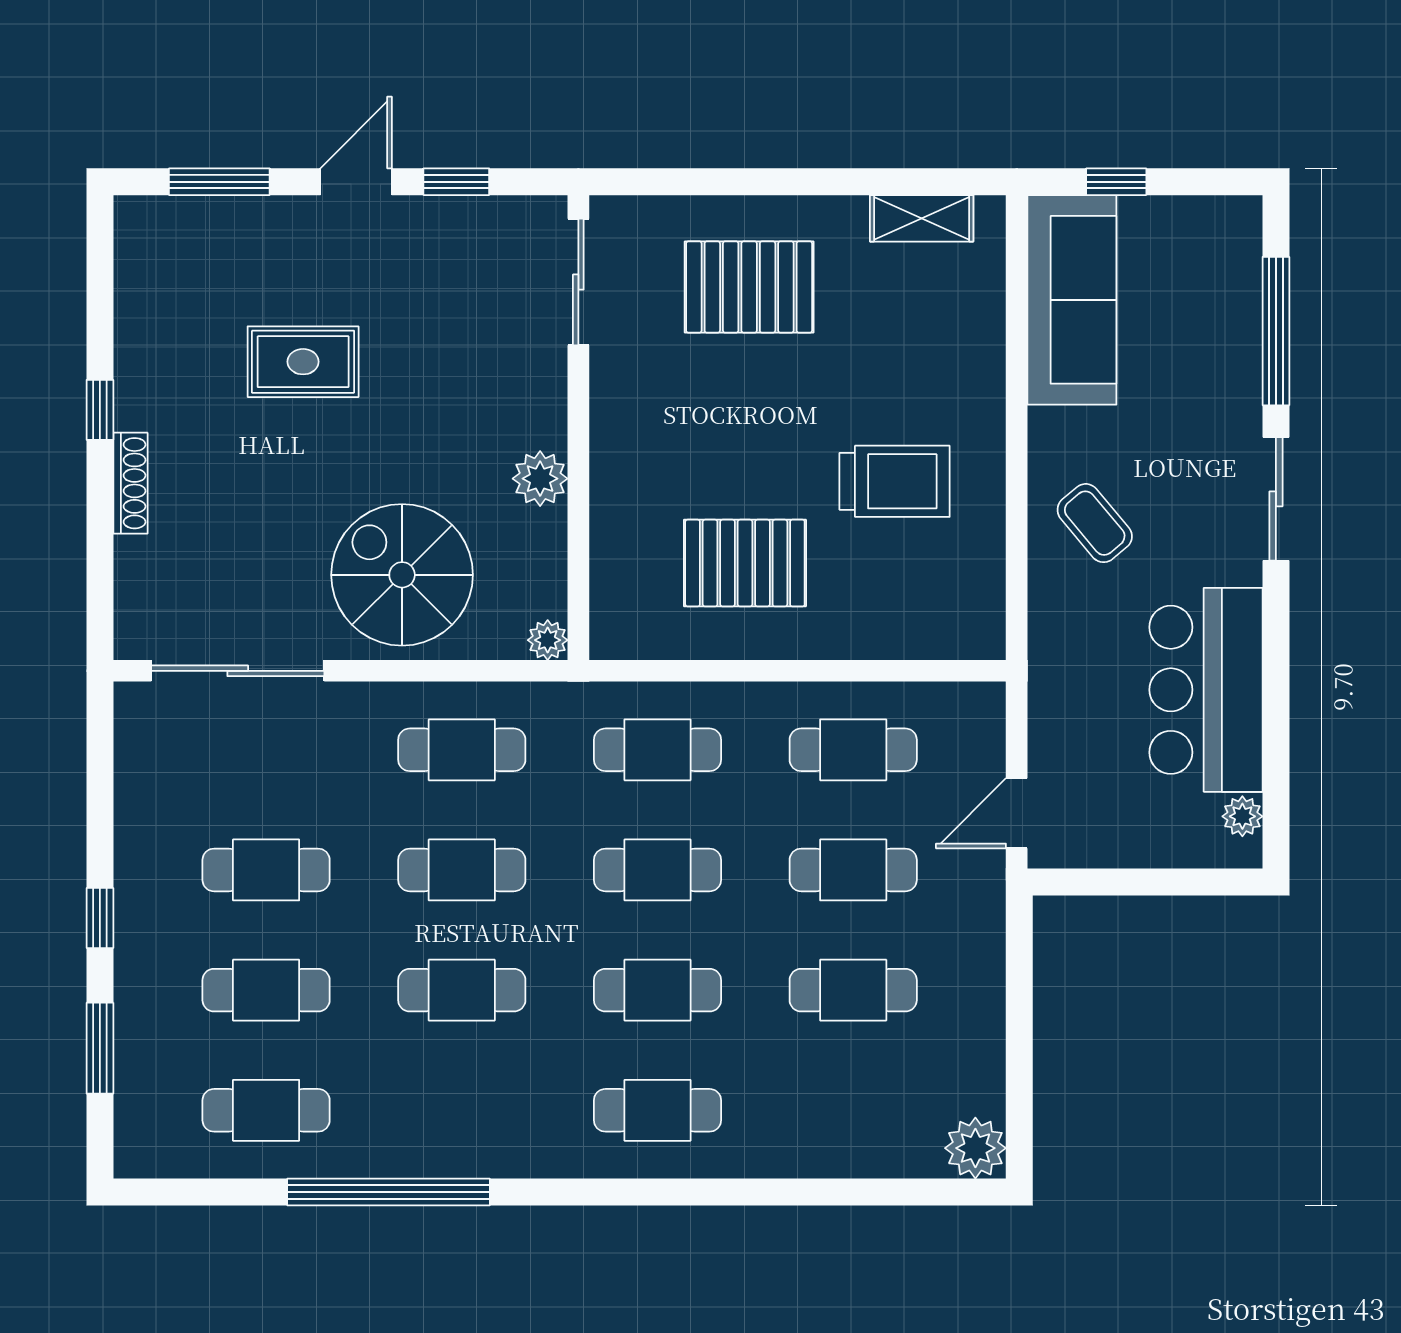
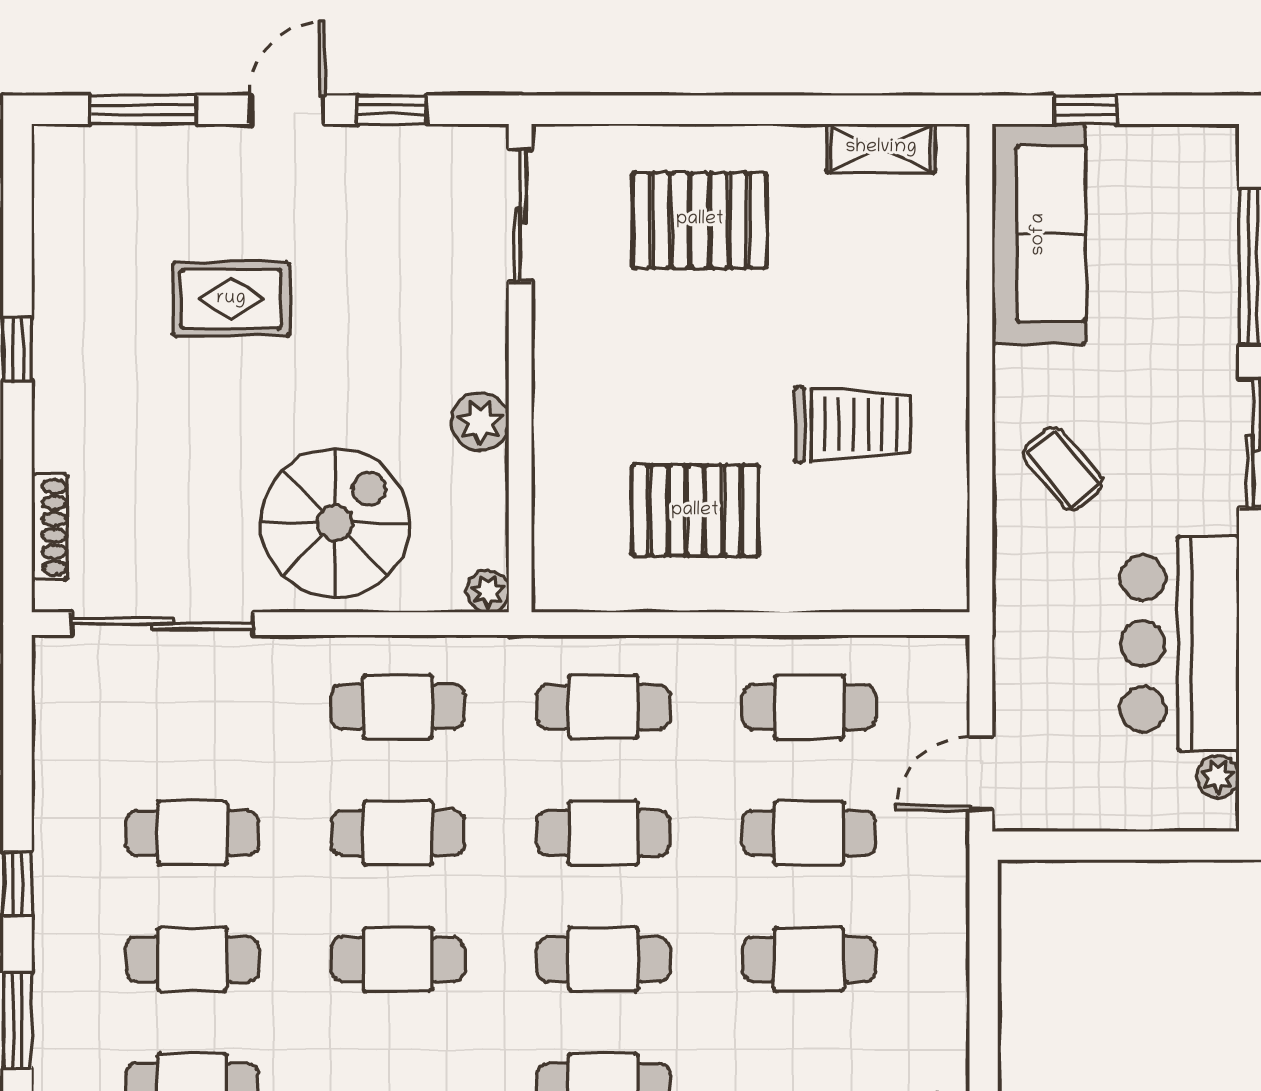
shoe rack: (130, 483) -> (50, 527), moved
spiral stairs: (402, 575) -> (335, 523), turned 90

